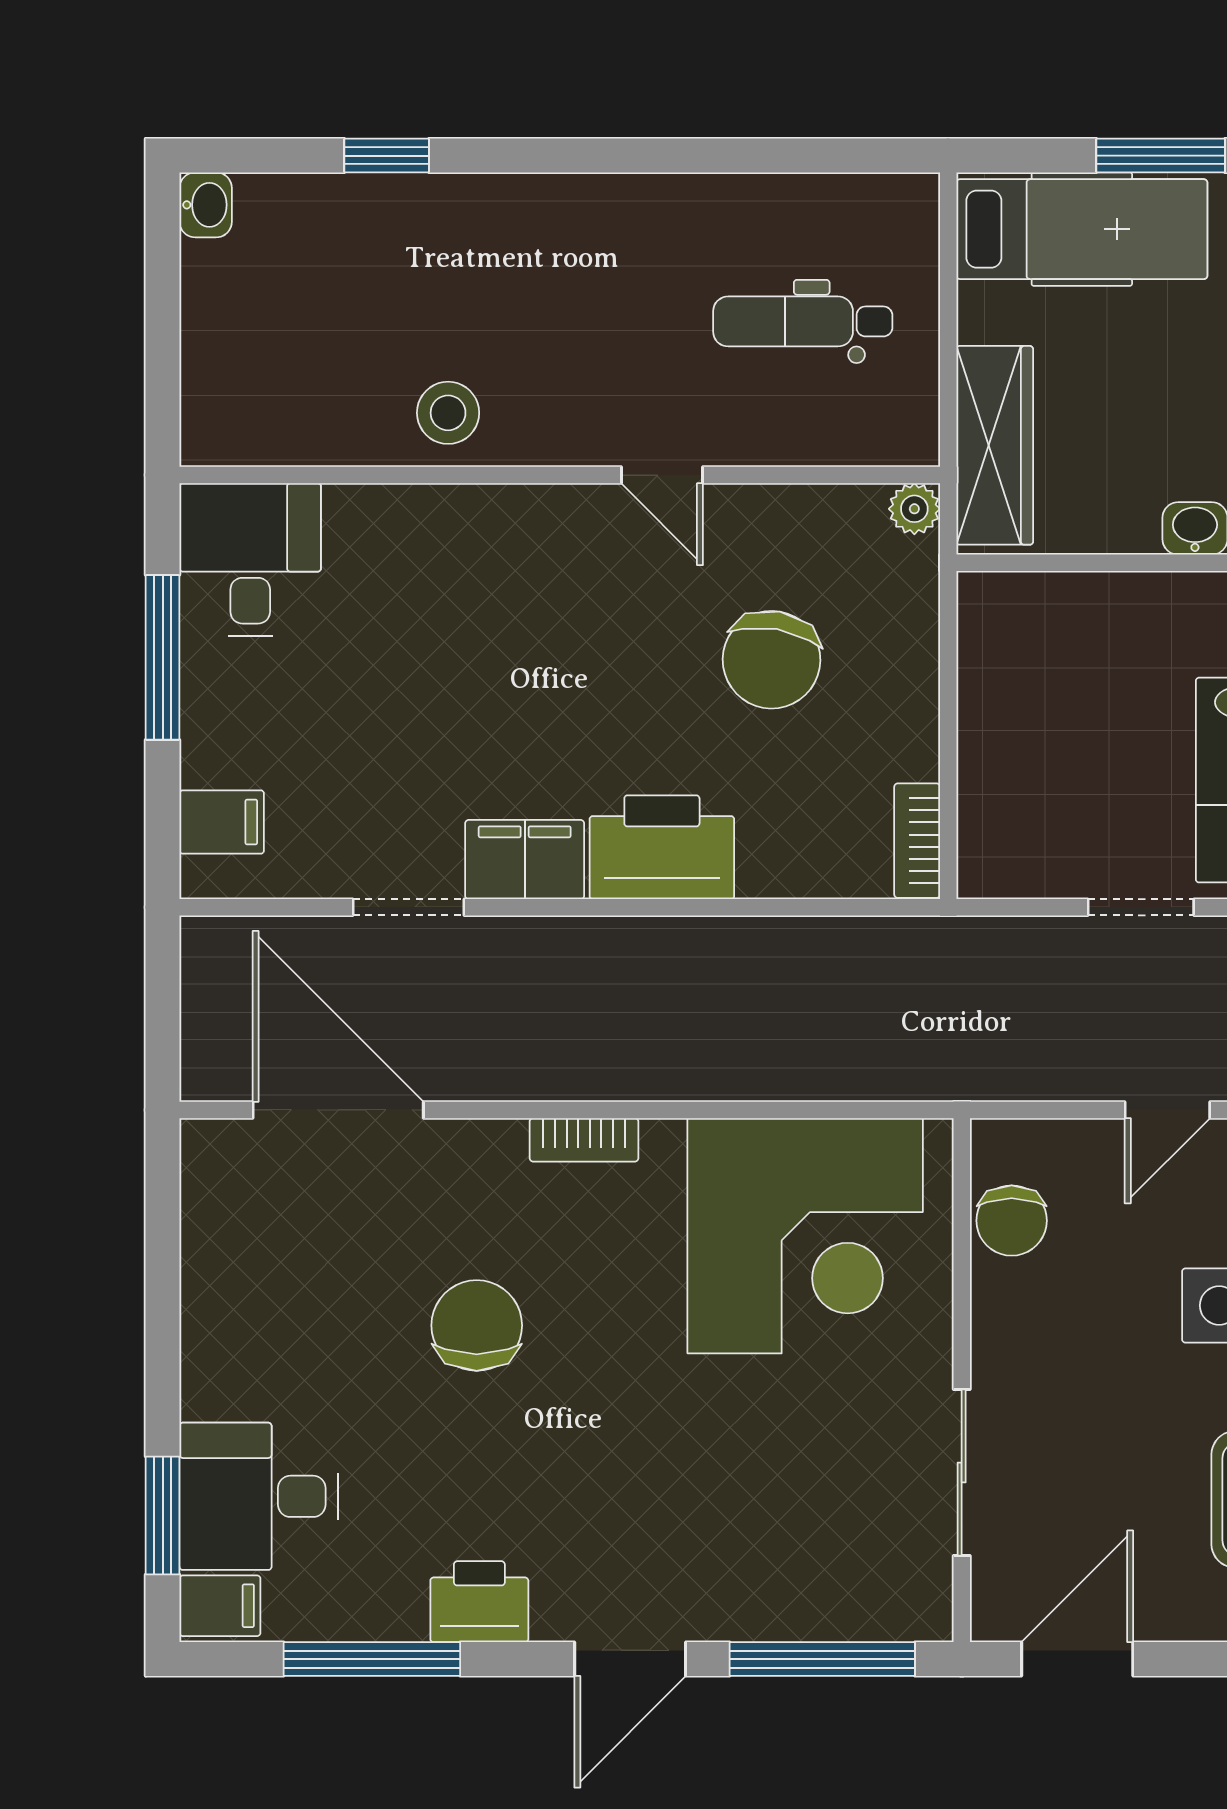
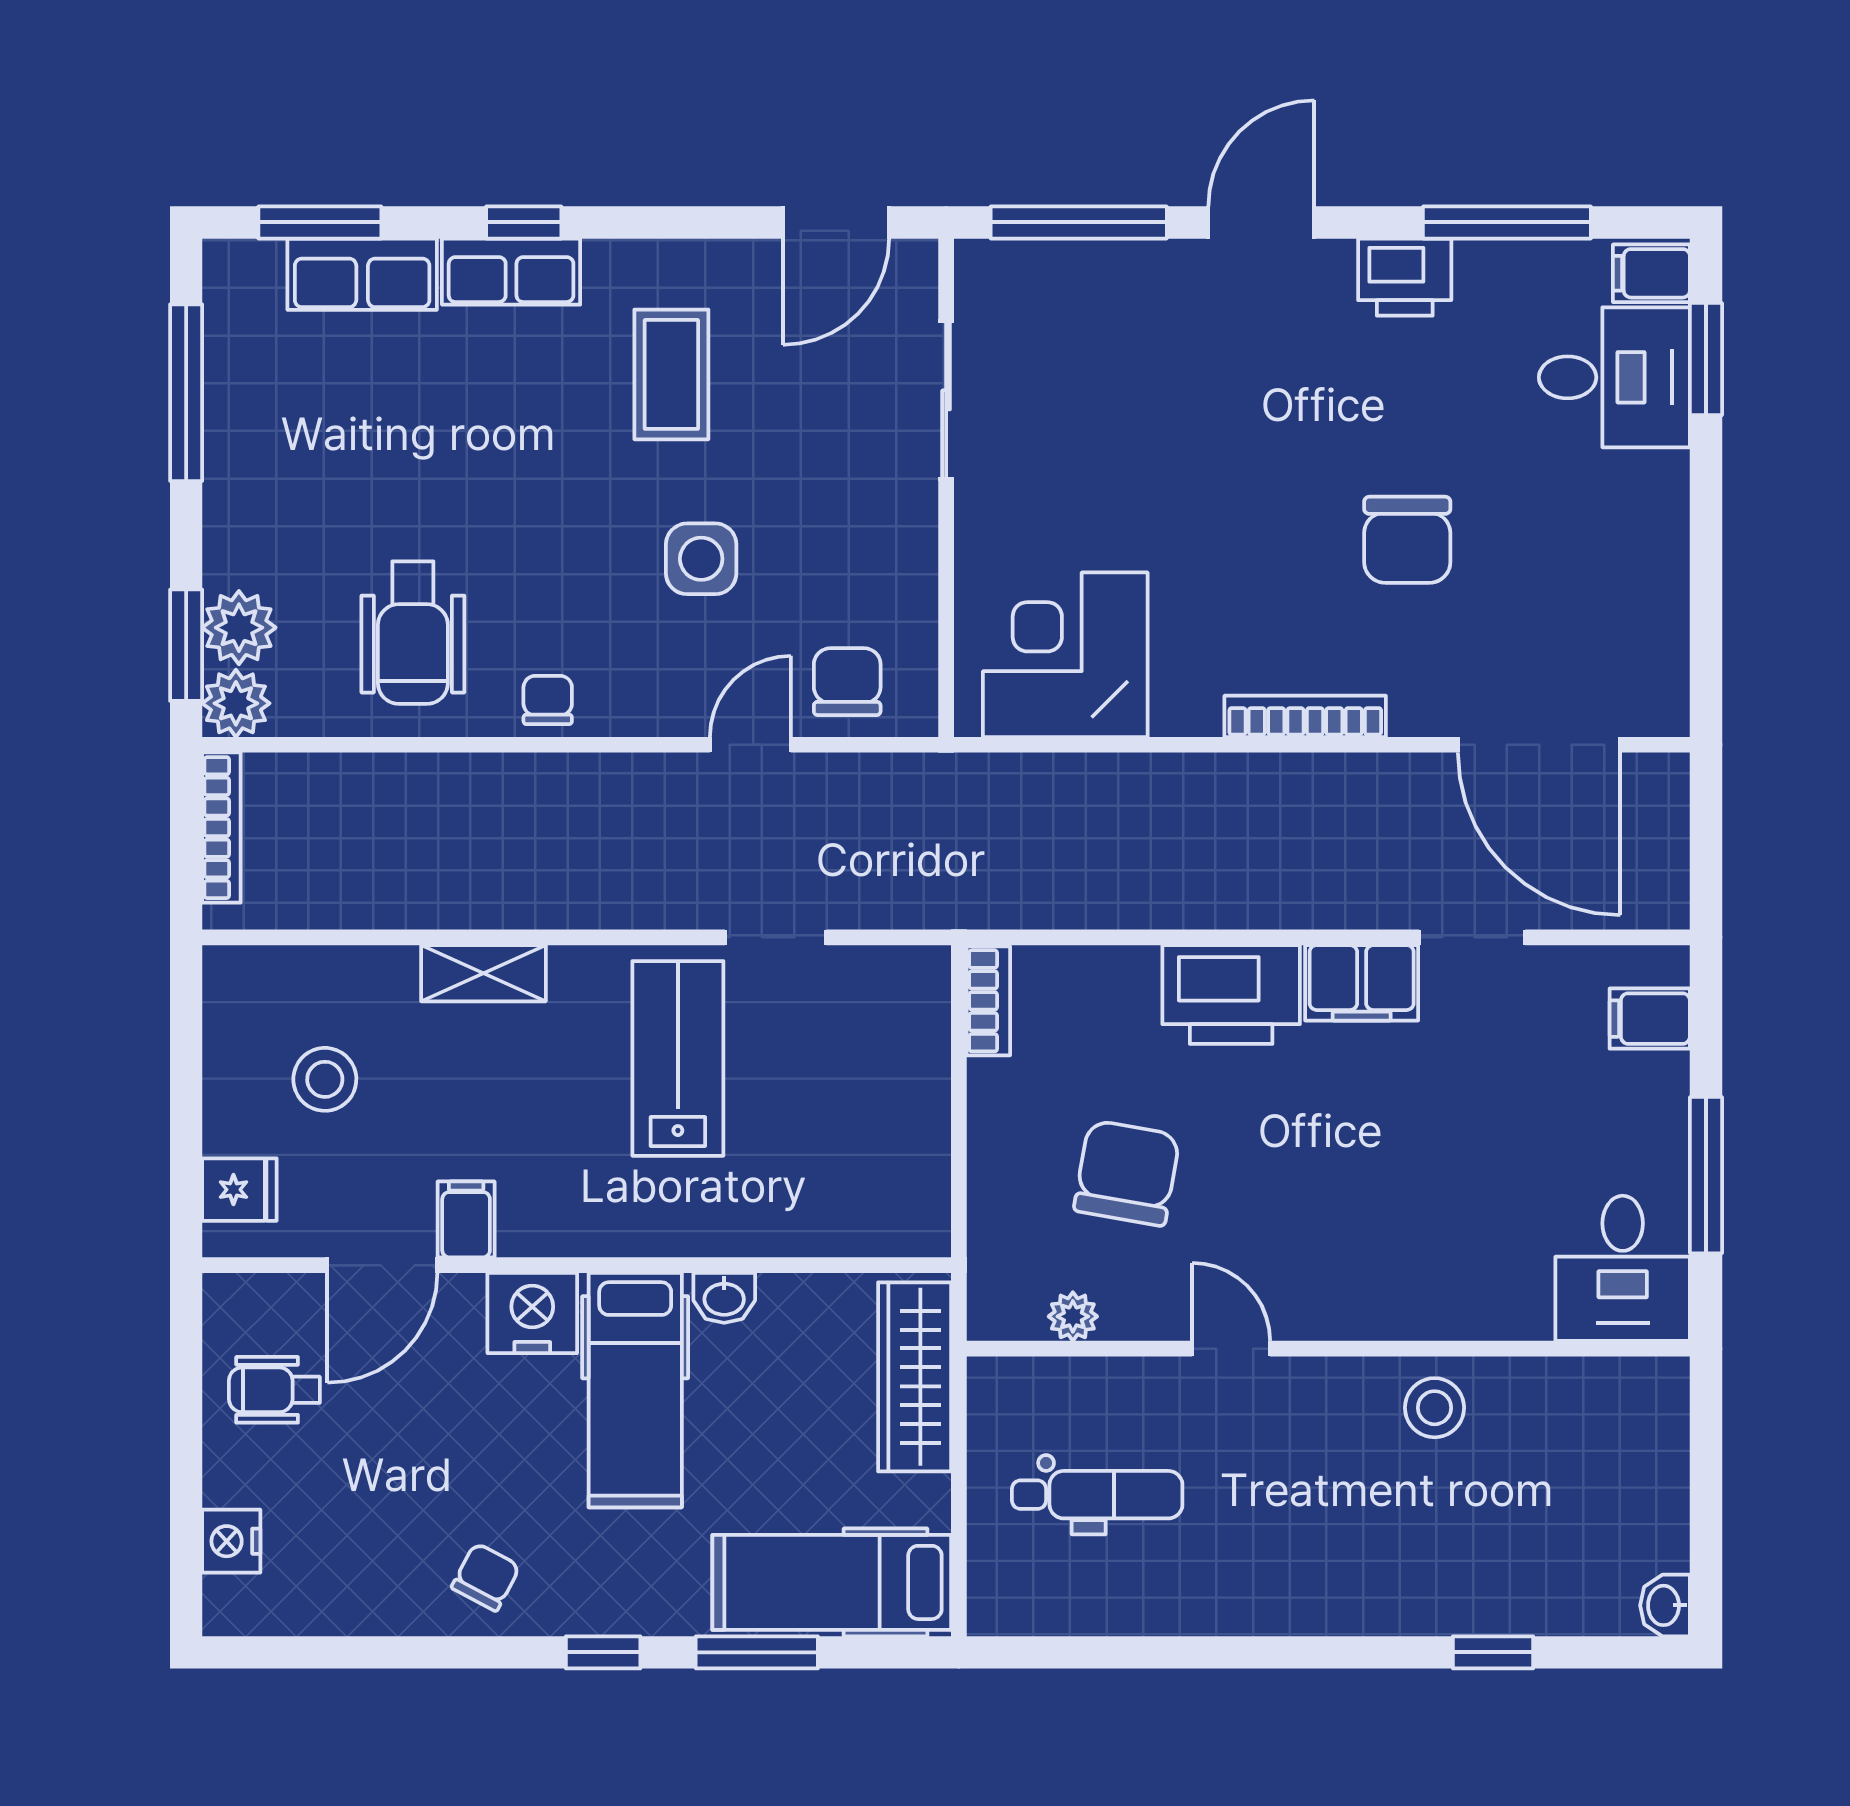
plant: (914, 509) -> (1073, 1316), moved
bookcase: (584, 1140) -> (1305, 716), width x1.56
chair: (1012, 1221) -> (847, 682), moved
corner desk: (805, 1236) -> (1065, 655), width x0.74, depth x0.74

